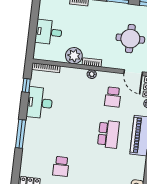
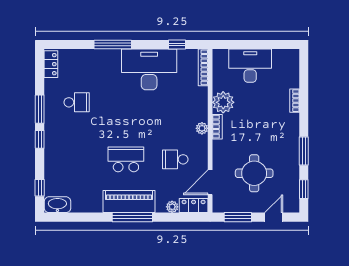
desk: (49, 32) -> (250, 66), width x1.37
desk: (40, 103) -> (149, 69), width x1.36, depth x1.30
school desk: (108, 134) -> (126, 159), turned 180
school desk: (61, 166) -> (77, 102), turned 180

